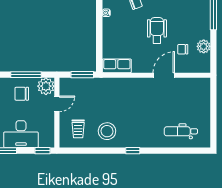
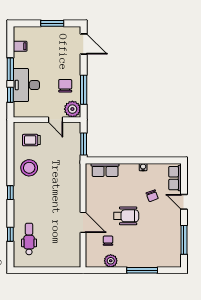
row of seats: (117, 66) -> (105, 170), moved, turned 90
window: (42, 151) -> (10, 95), moved
window: (176, 151) -> (10, 234), added

